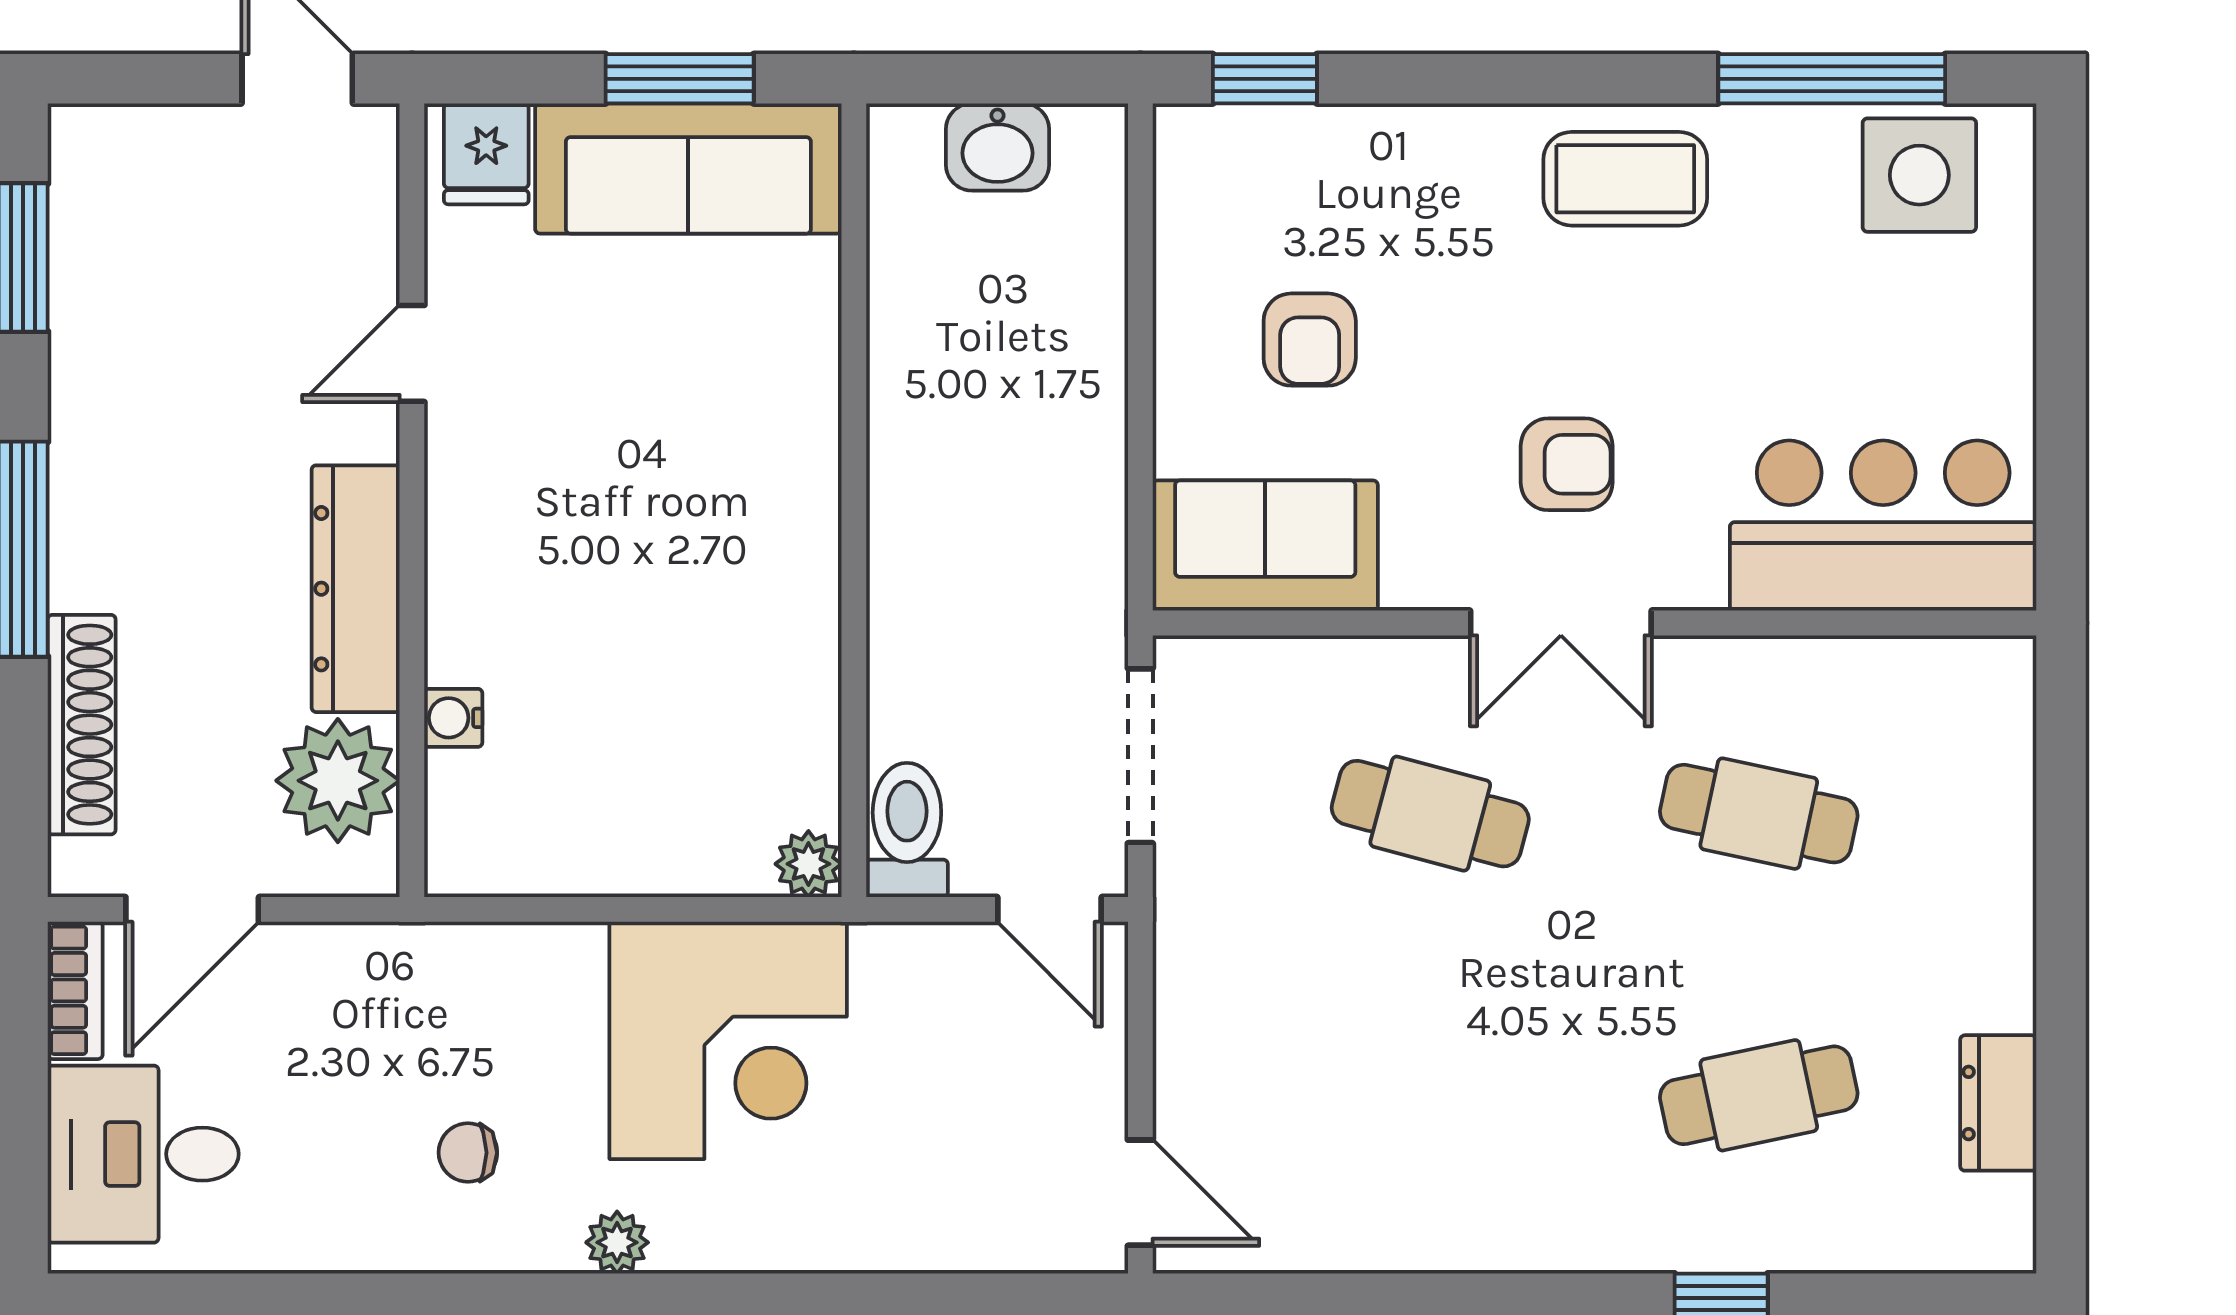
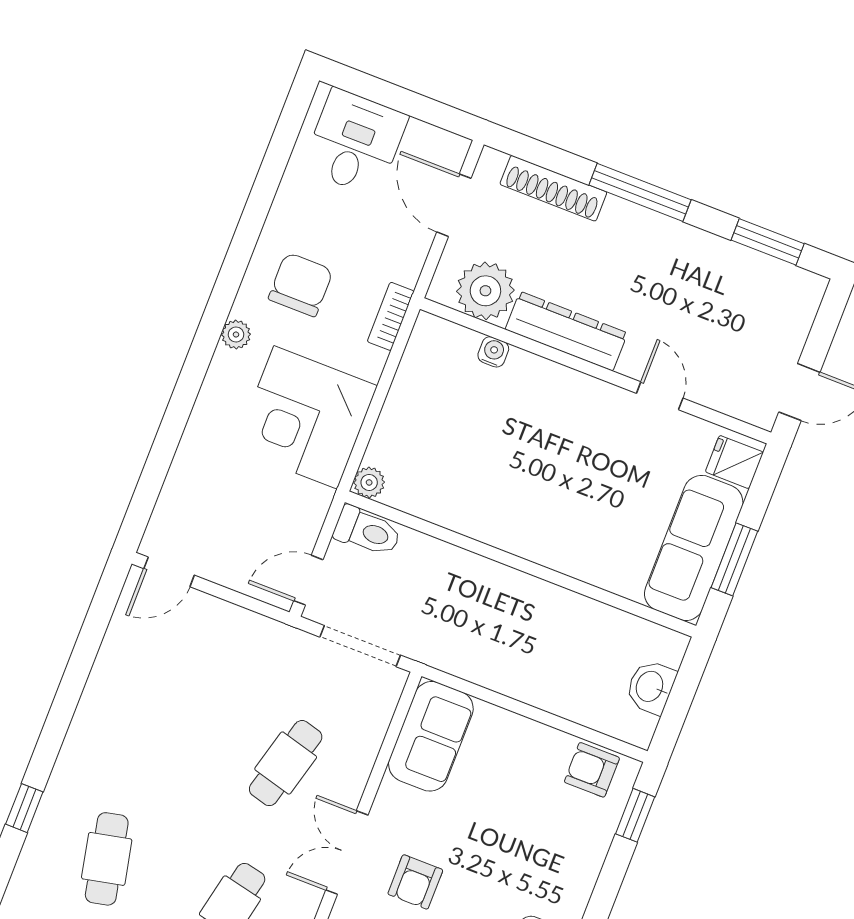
armchair: (1310, 340) -> (592, 770), moved
bookcase: (75, 990) -> (391, 316), moved, turned 90
chair: (468, 1153) -> (301, 285), width x1.87, depth x1.87

